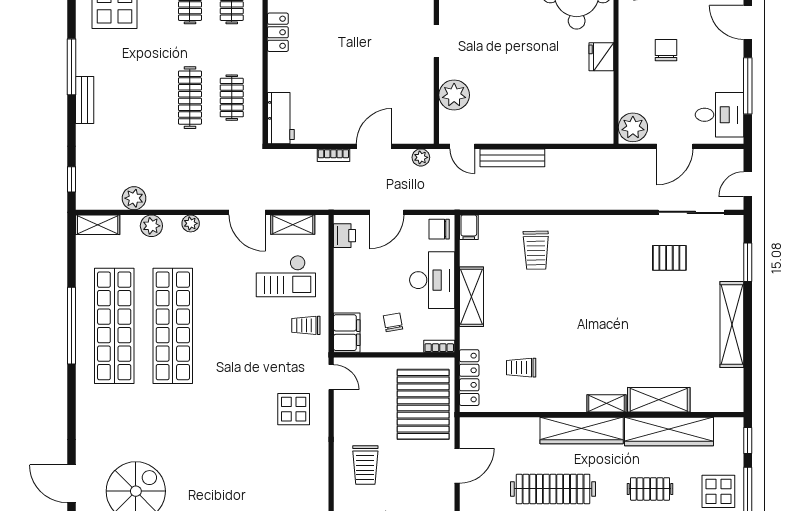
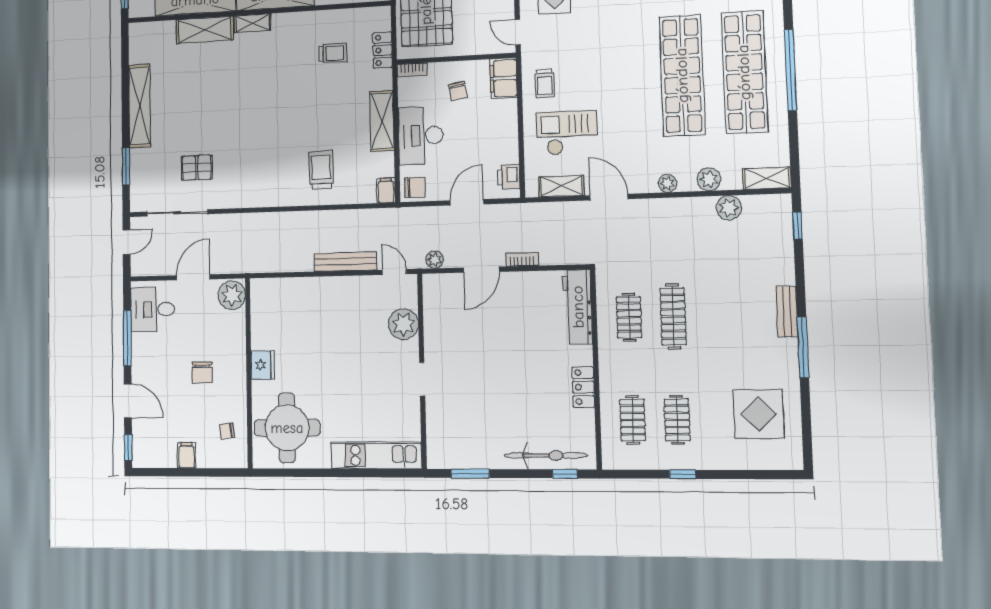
workbench: (281, 118) -> (578, 307), width x1.37
trolley: (306, 325) -> (545, 83), turned 90
locker: (469, 378) -> (383, 50), width x0.66

